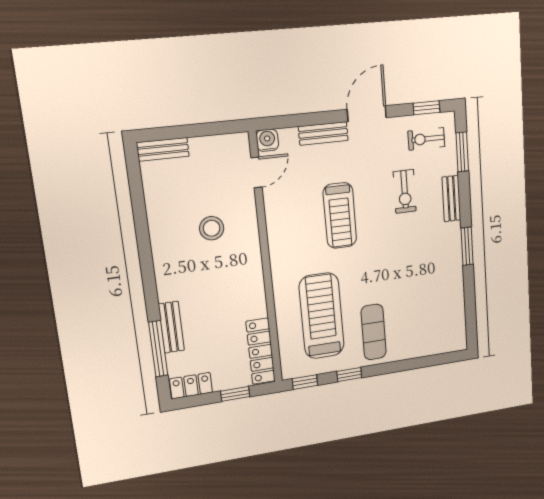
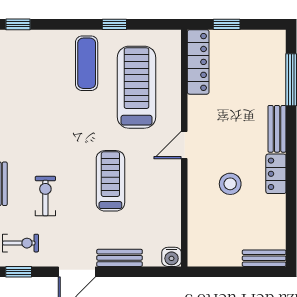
door: (257, 172) -> (184, 145), moved
treadmill: (322, 316) -> (137, 87), turned 180
bench: (171, 327) -> (277, 129), moved
window: (305, 382) -> (18, 24), moved
locker: (191, 386) -> (276, 174), moved, turned 90

